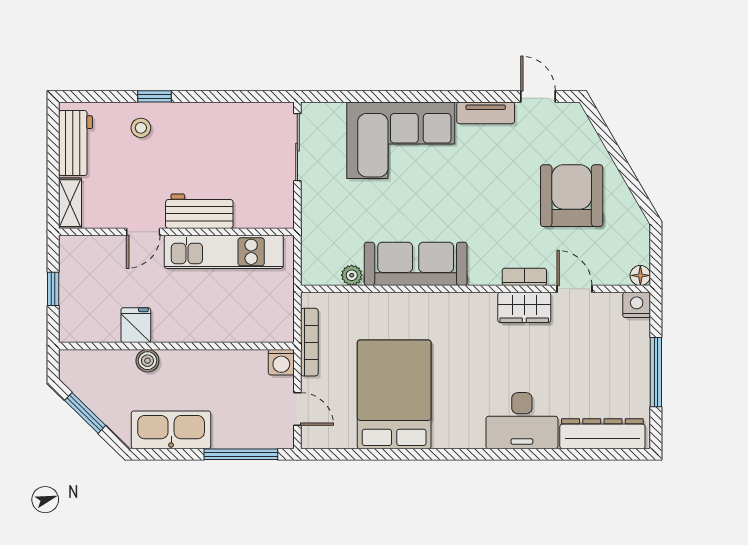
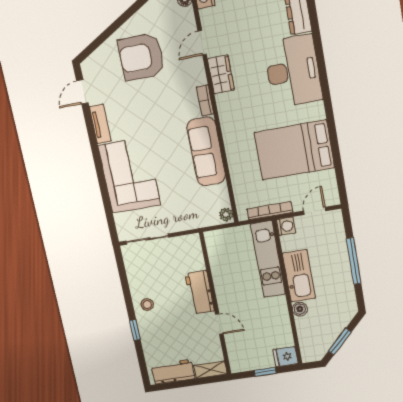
stool: (141, 128) -> (147, 305), moved
kitchen unit: (224, 252) -> (268, 259), moved, turned 180
plant: (352, 275) -> (226, 215), moved
bookcase: (524, 277) -> (205, 100), moved
fridge: (136, 325) -> (285, 357), moved
desk: (522, 421) -> (293, 71), width x1.36, depth x1.30
kitchen sink: (171, 430) -> (299, 276), moved, turned 180
window: (241, 454) -> (354, 261), moved

